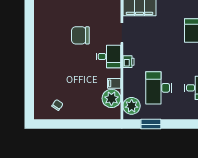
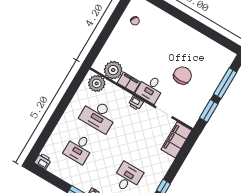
filing cabinet: (114, 83) -> (129, 82), width x2.00
desk: (159, 88) -> (98, 116), turned 180
window: (151, 124) -> (72, 91), removed

